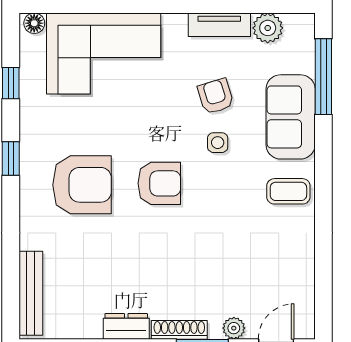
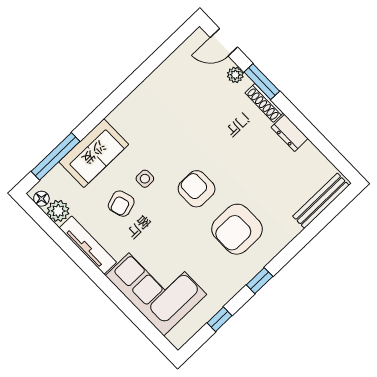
floor lamp: (34, 23) -> (41, 199), moved
tv unit: (219, 25) -> (88, 245), width x1.41
armchair: (82, 185) -> (237, 229), turned -90
coffee table: (288, 191) -> (134, 116), removed

